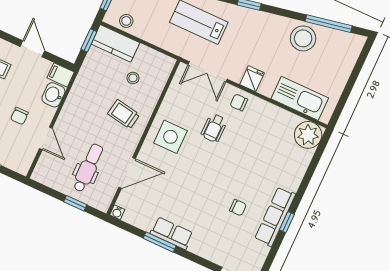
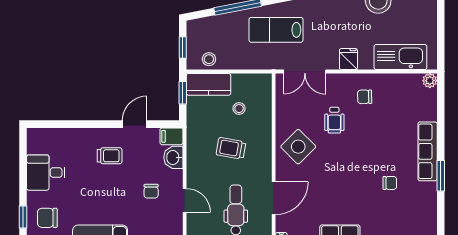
door: (32, 49) -> (135, 124), hinge flipped
chair: (239, 102) -> (365, 97), moved
trolley: (124, 114) -> (231, 148), moved
plant: (308, 135) -> (430, 81), width x0.53, depth x0.53
side table: (170, 137) -> (298, 147), turned 45
row of seats: (275, 217) -> (428, 151), moved
window: (287, 222) -> (441, 176), width x1.50

